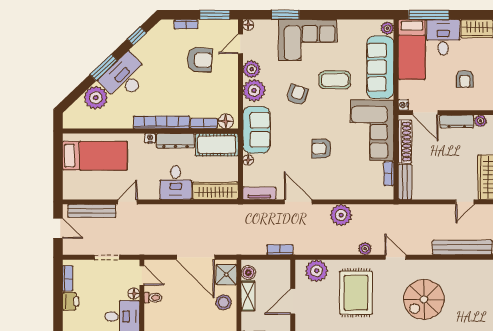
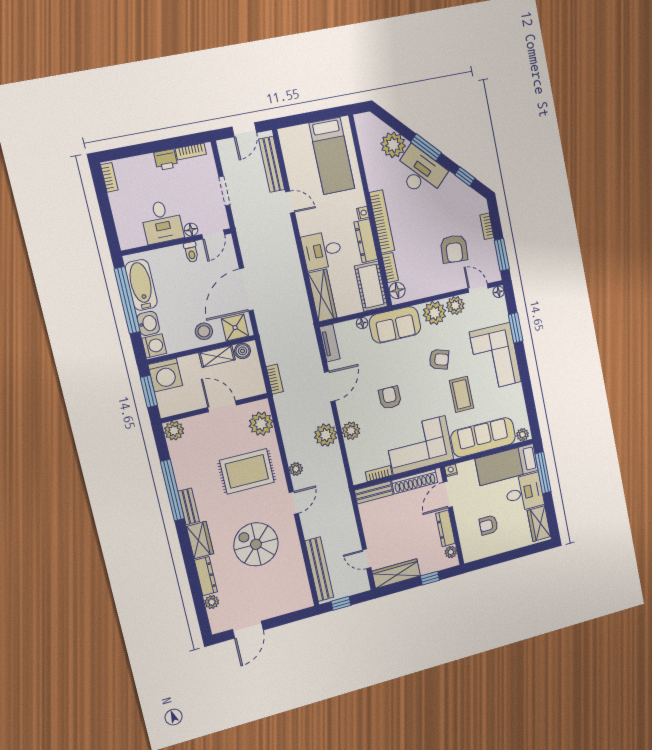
plant: (343, 191) -> (351, 431), added

